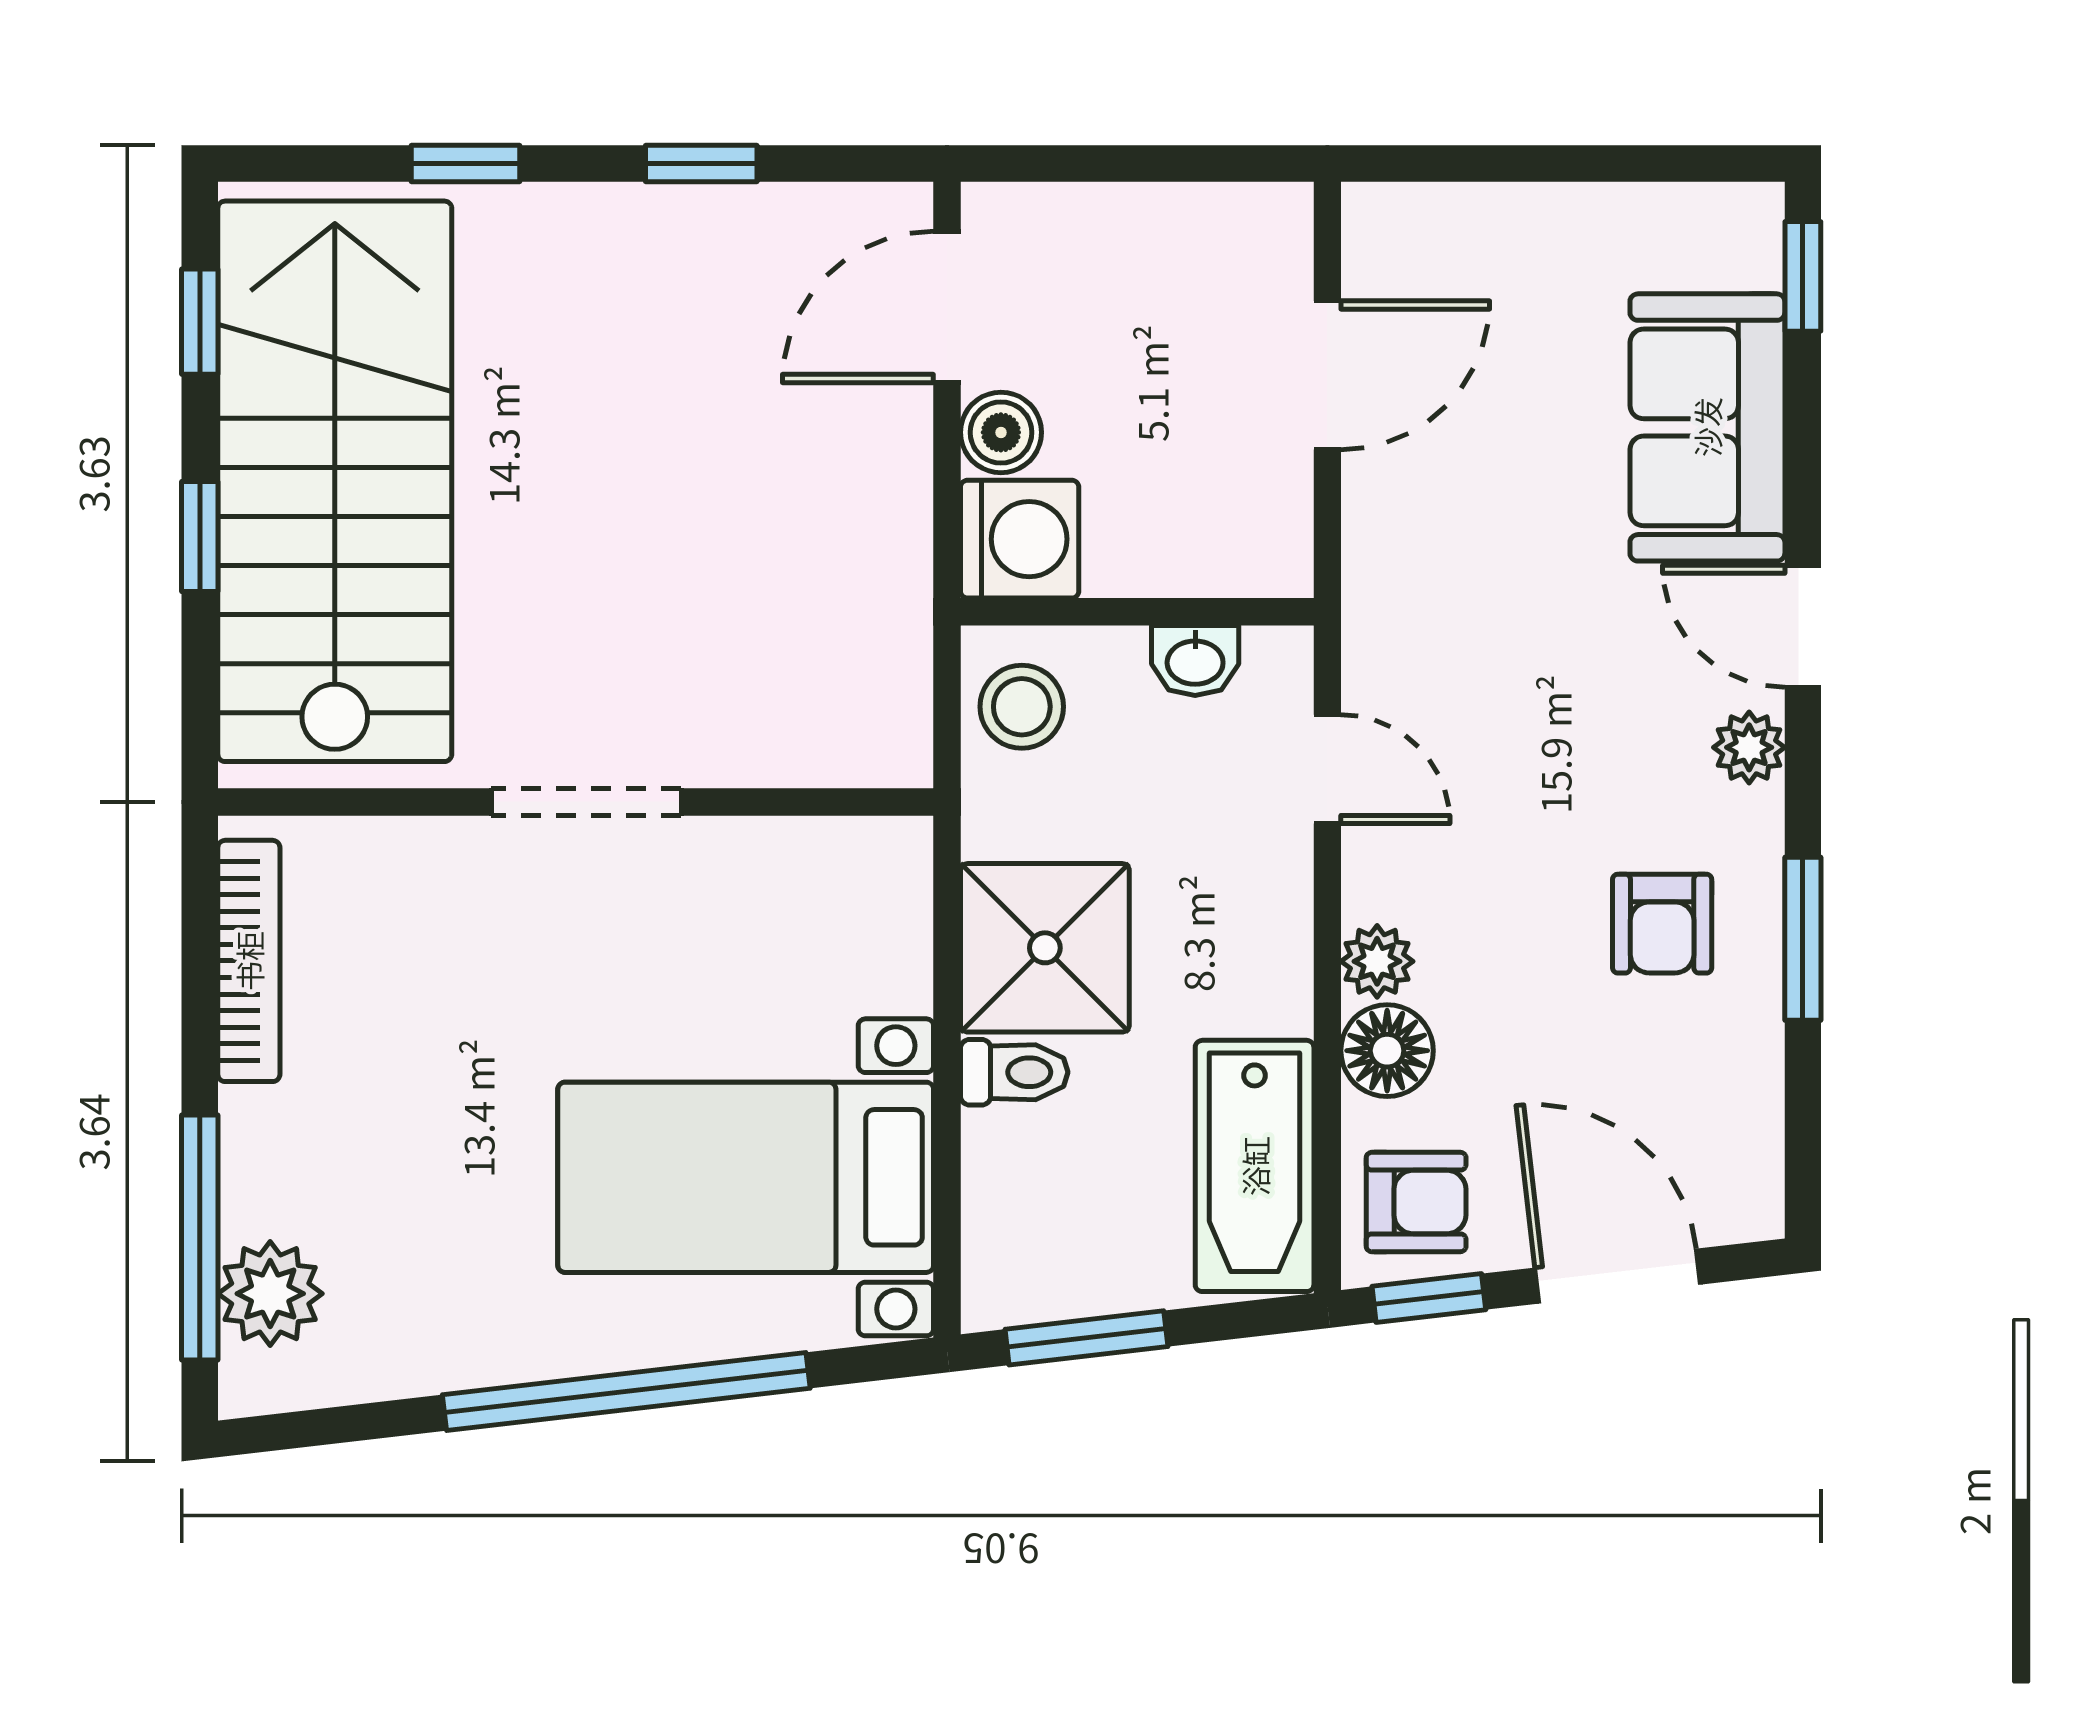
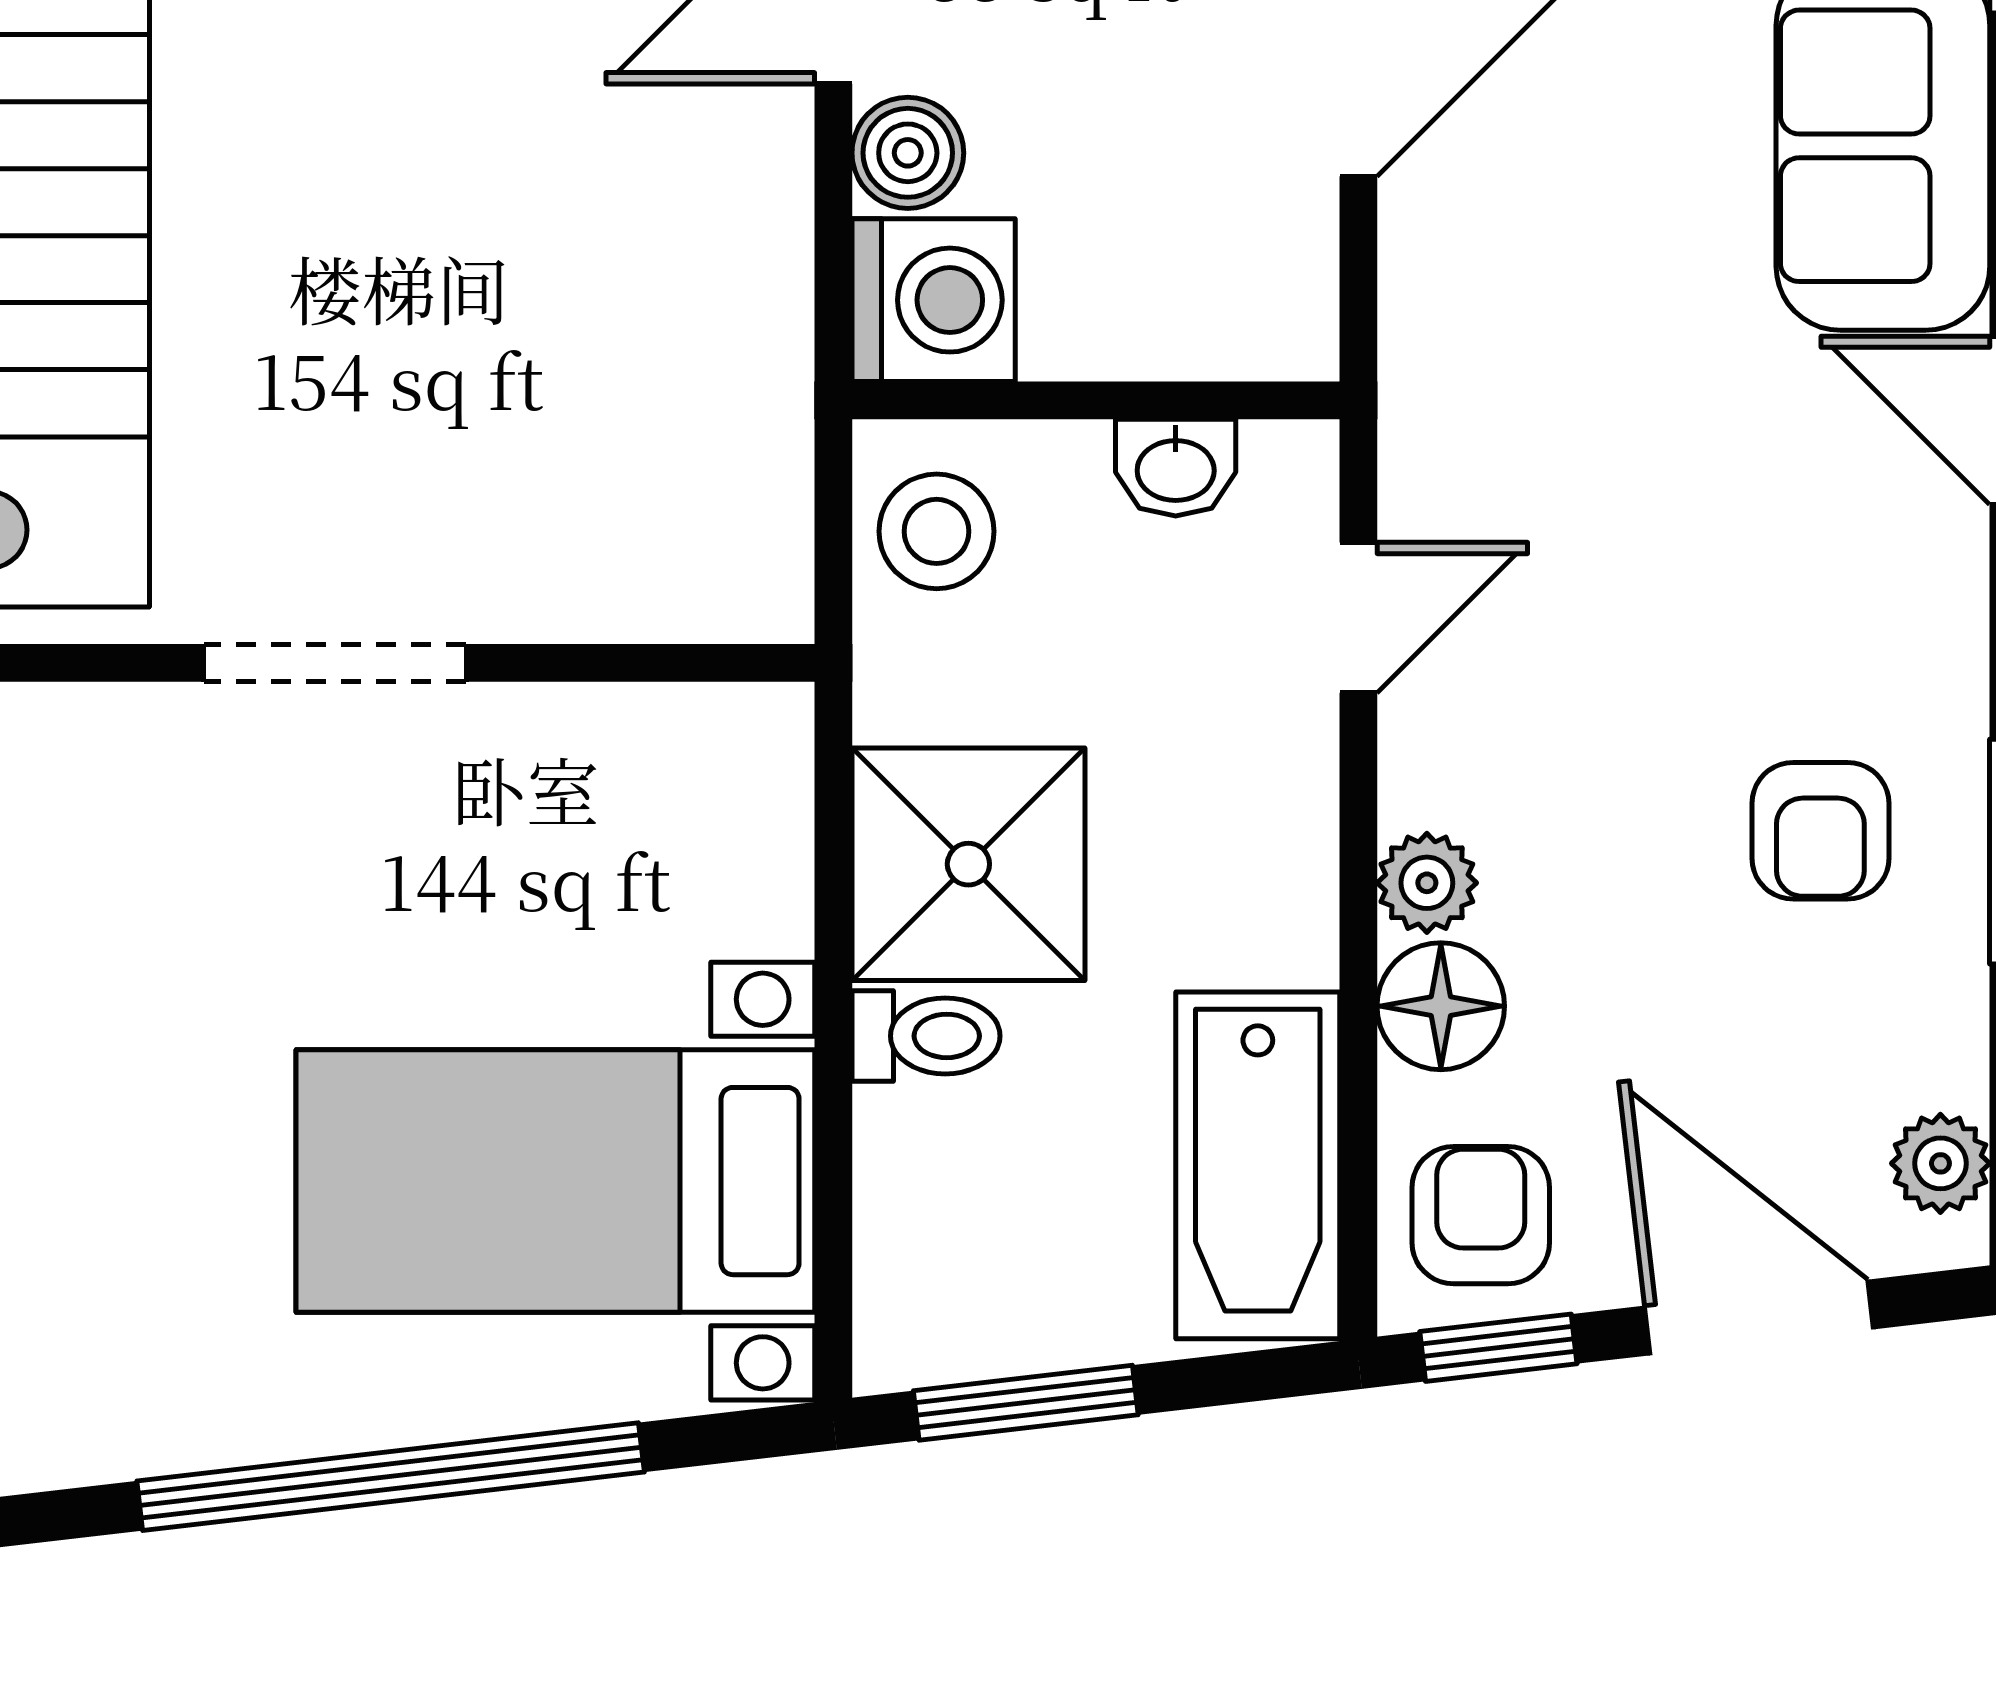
plant: (1749, 747) -> (1940, 1163), moved
door: (1327, 769) -> (1358, 618), hinge flipped
armchair: (1416, 1202) -> (1481, 1215), turned -90

